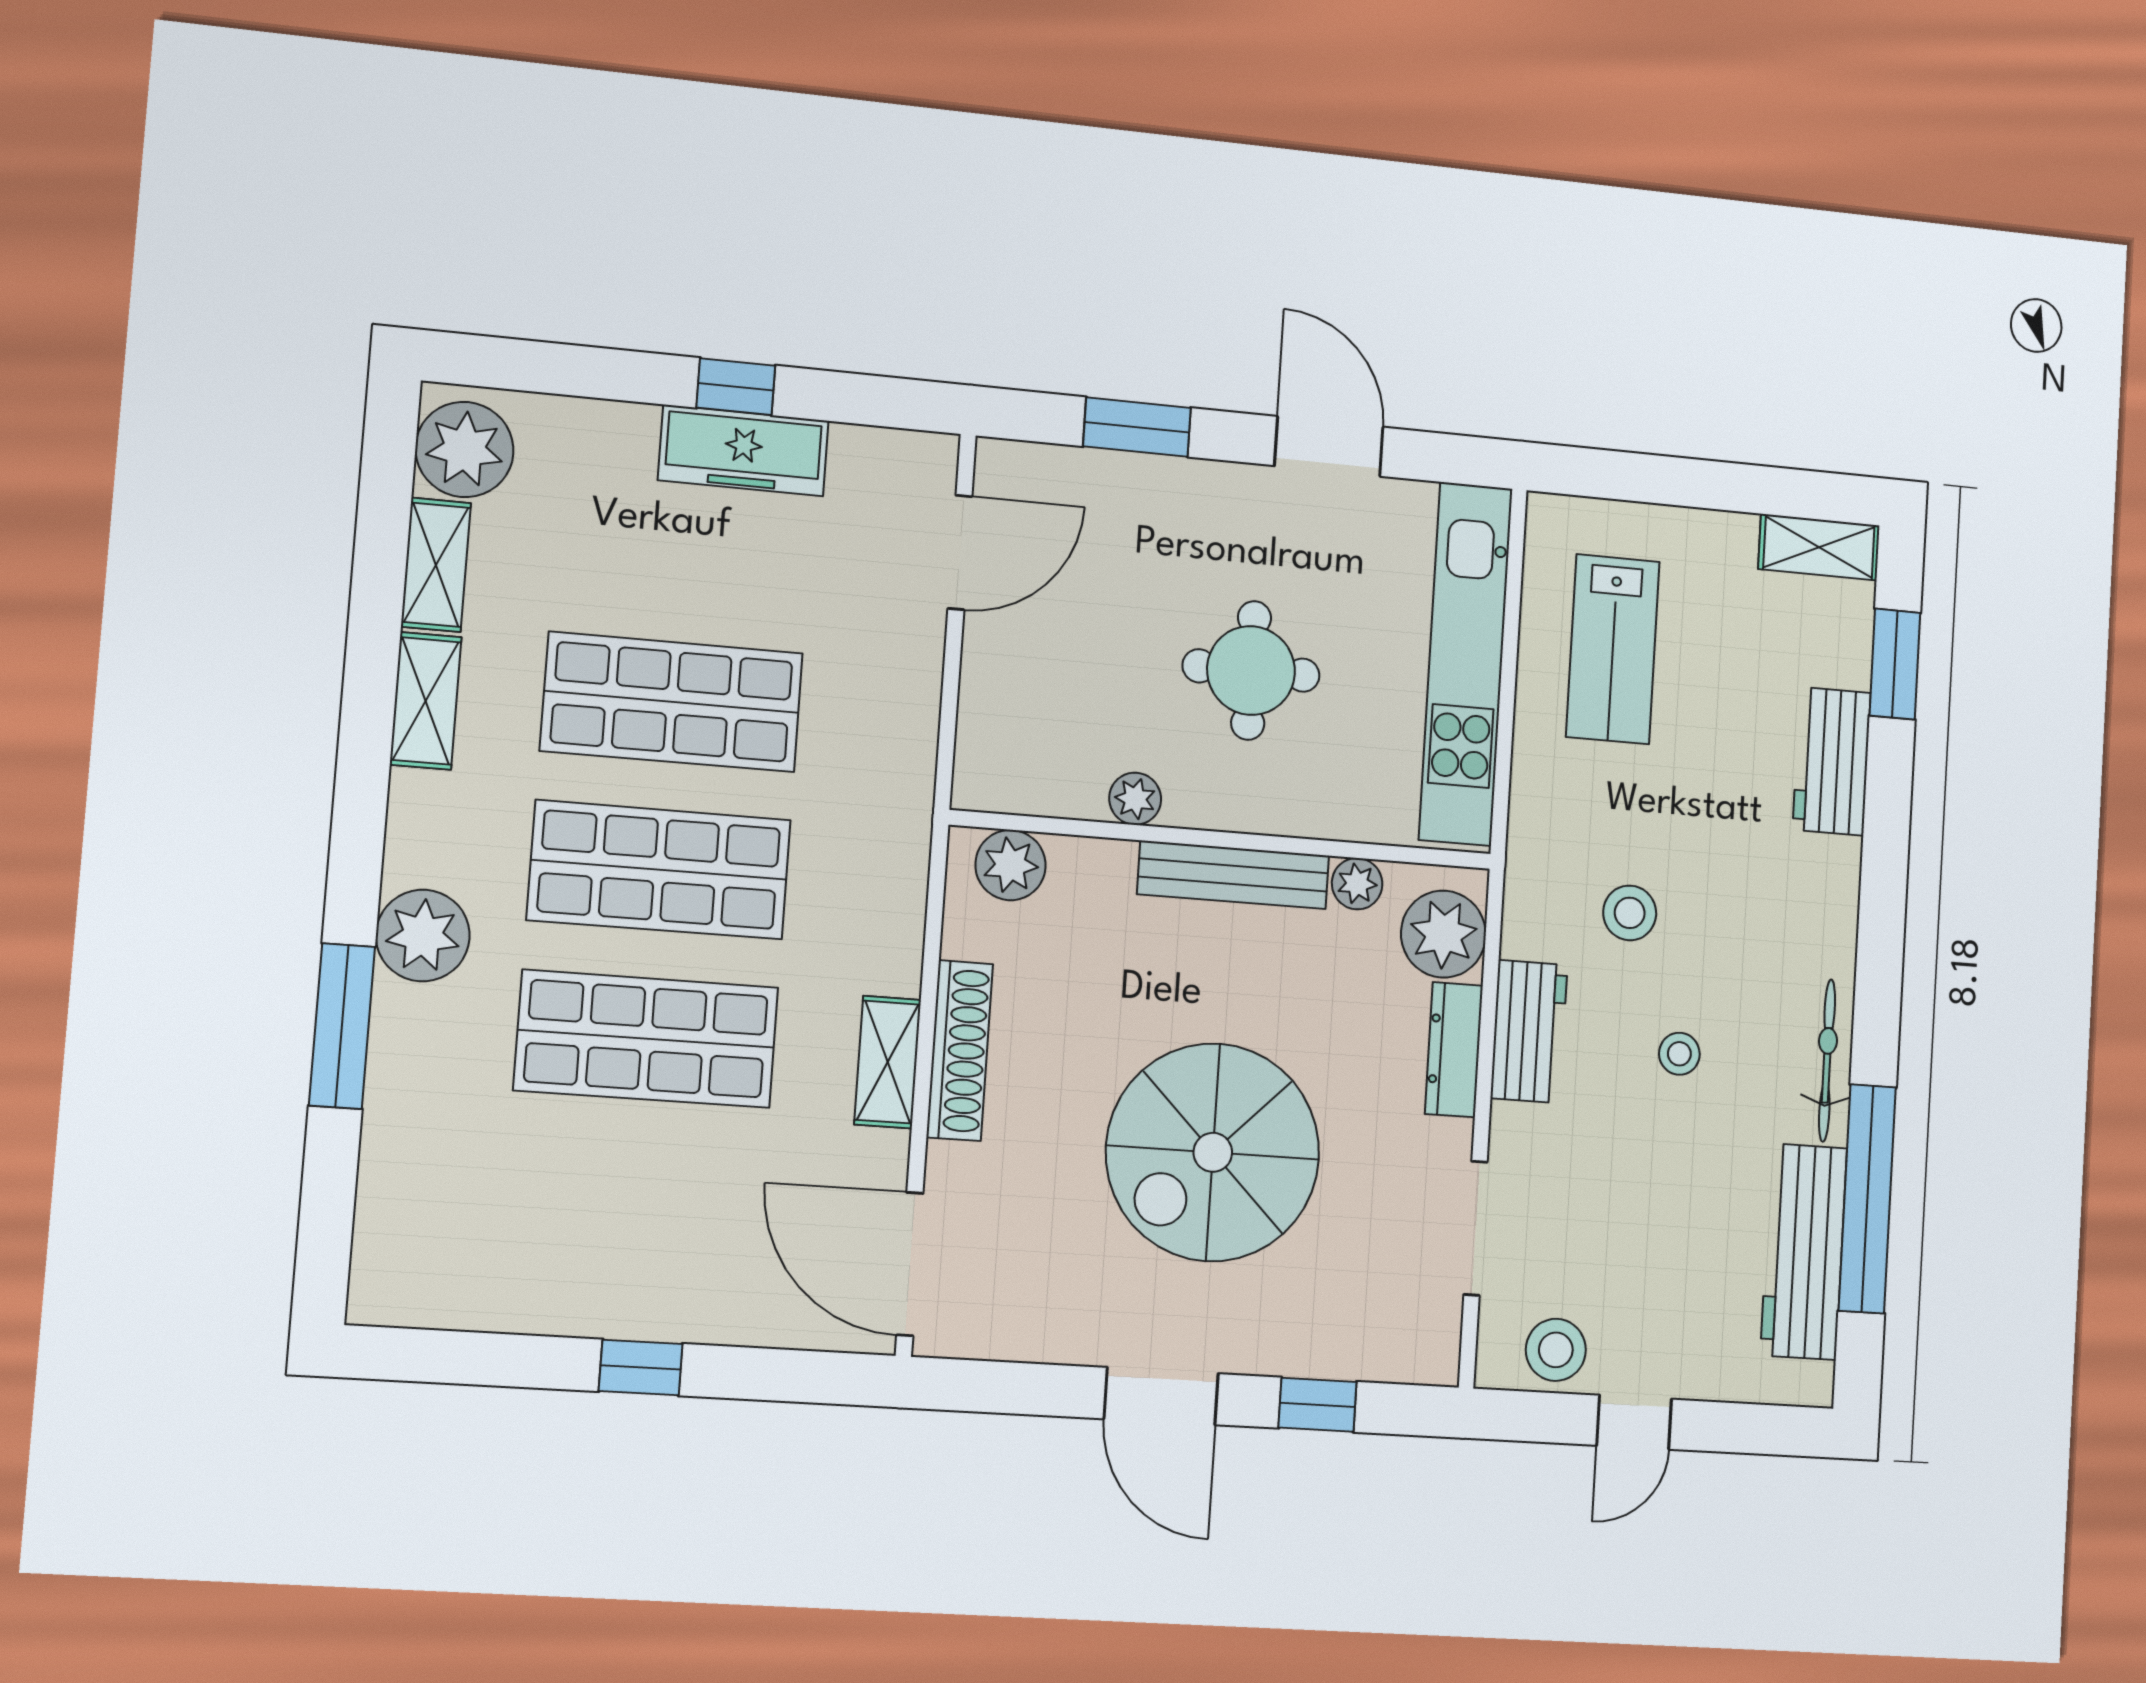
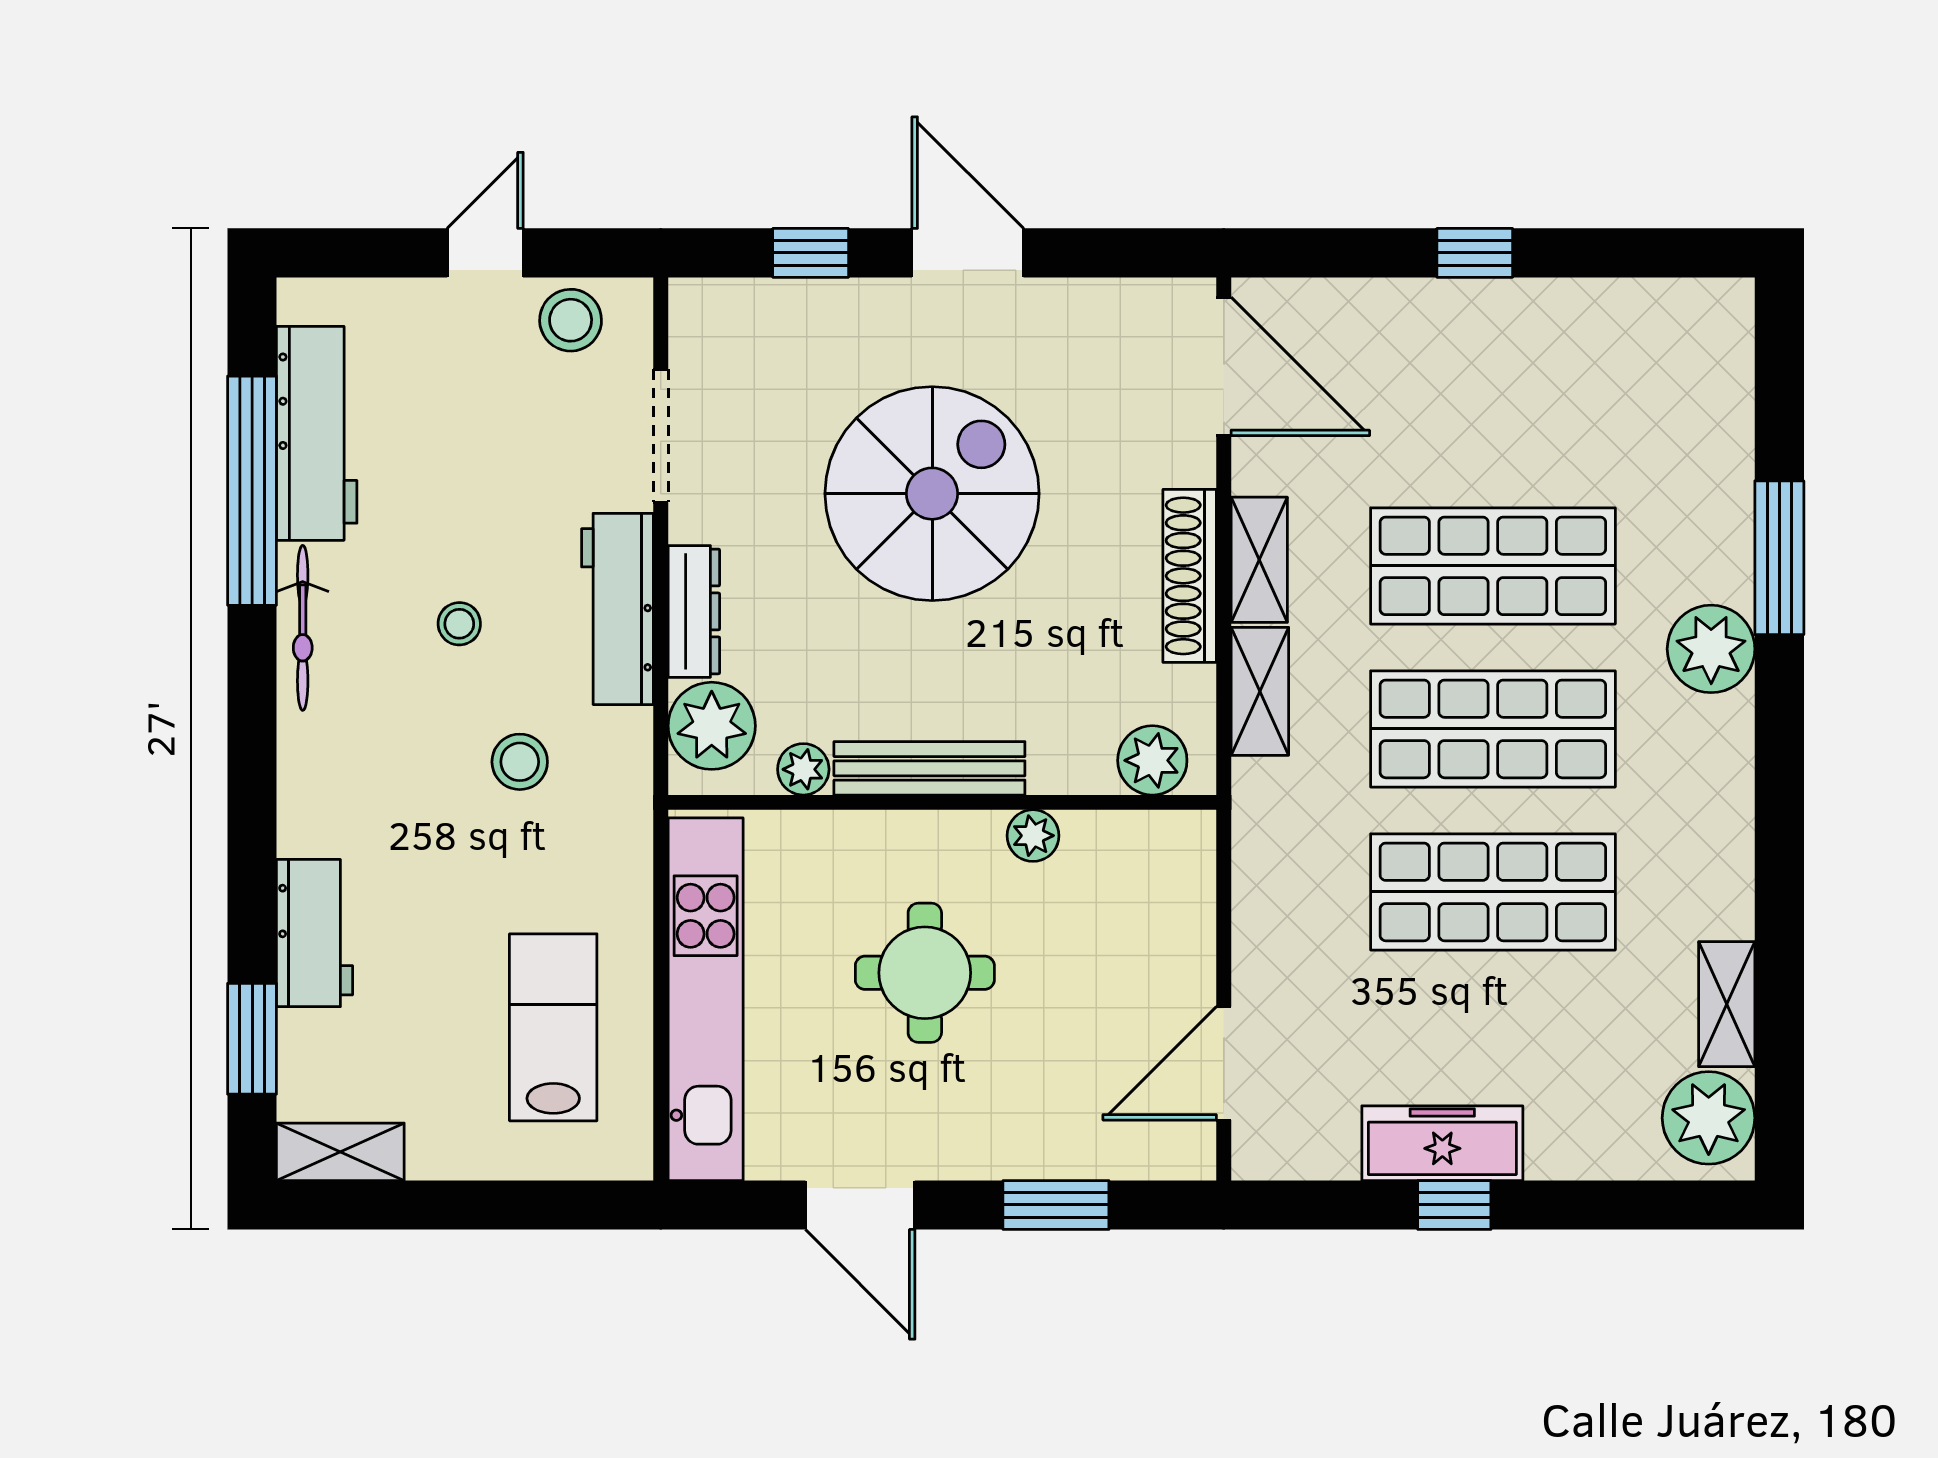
shelving: (426, 701) -> (1260, 691), moved
workbench: (1529, 1031) -> (617, 609), width x1.38

